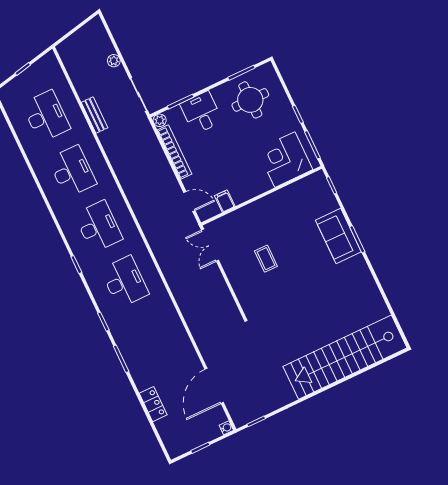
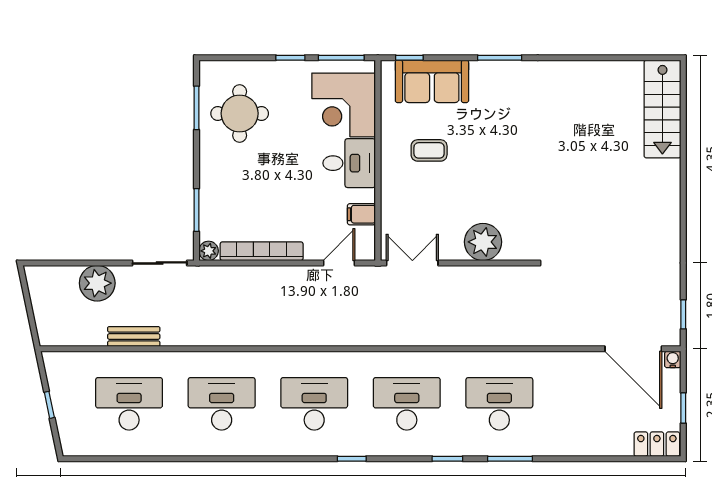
plant: (114, 61) -> (97, 283), width x1.88, depth x1.88
desk: (201, 113) -> (349, 163), moved, turned 180
bench: (95, 115) -> (134, 337), moved
sofa: (338, 236) -> (432, 81), moved
double door: (210, 245) -> (412, 263), swing flipped
coffee table: (266, 259) -> (429, 150), moved
plant: (243, 281) -> (483, 242), added
desk: (151, 337) -> (499, 404), added
stairs: (345, 357) -> (662, 109), width x0.54, depth x0.66
door: (214, 386) -> (633, 349), moved
locker: (153, 404) -> (657, 444), moved

